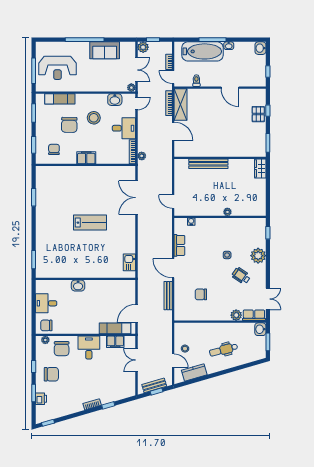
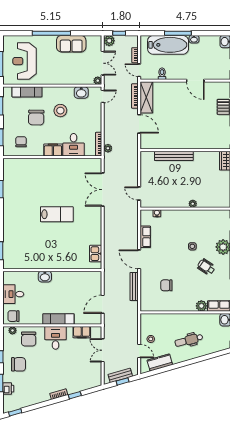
reception desk: (57, 68) -> (25, 61), turned 90
desk: (124, 128) -> (74, 145), moved, turned 90
exam couch: (115, 328) -> (58, 319), moved

